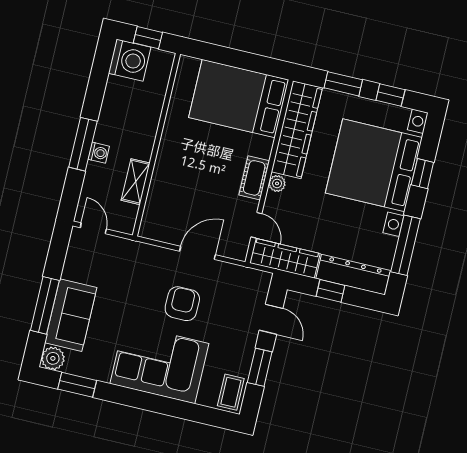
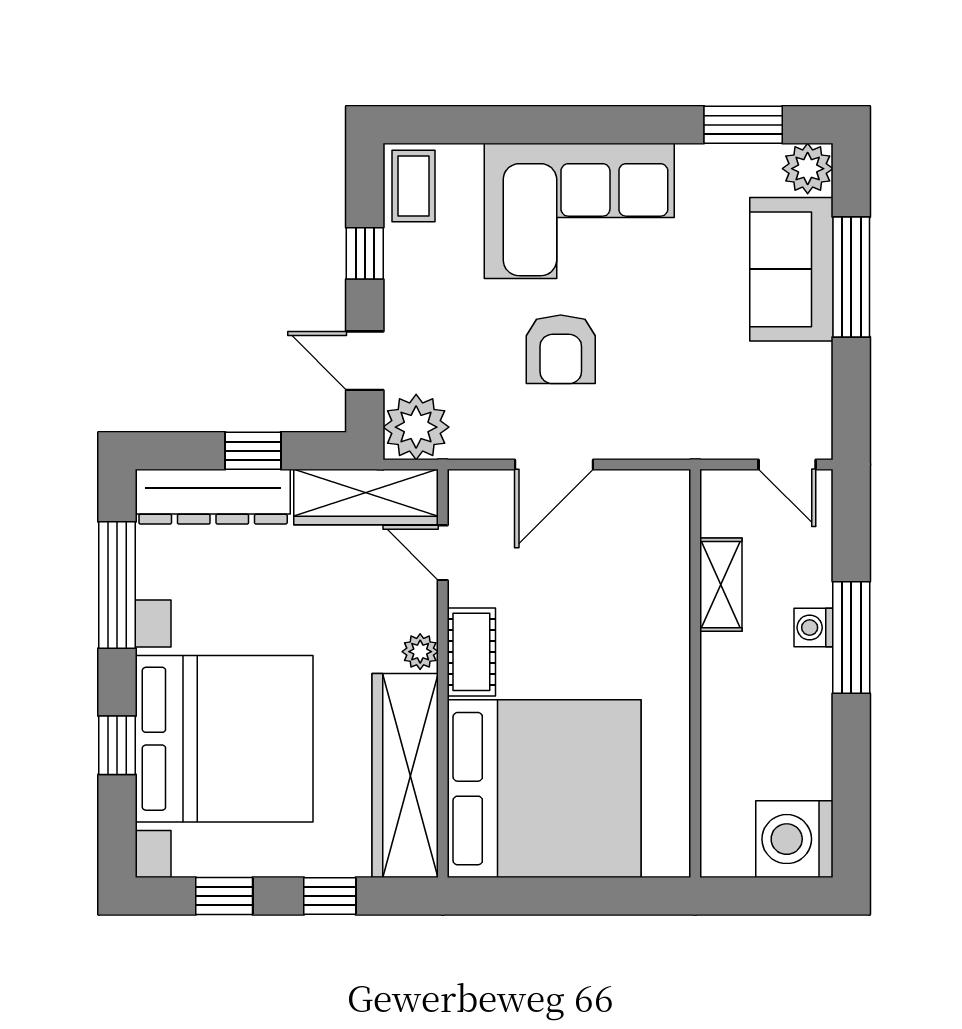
window: (148, 38) -> (767, 896), removed
window: (343, 84) -> (330, 896), width x0.67
bed: (239, 99) -> (544, 789), width x1.36
plant: (255, 284) -> (416, 427), added
window: (260, 367) -> (365, 253), width x0.67

